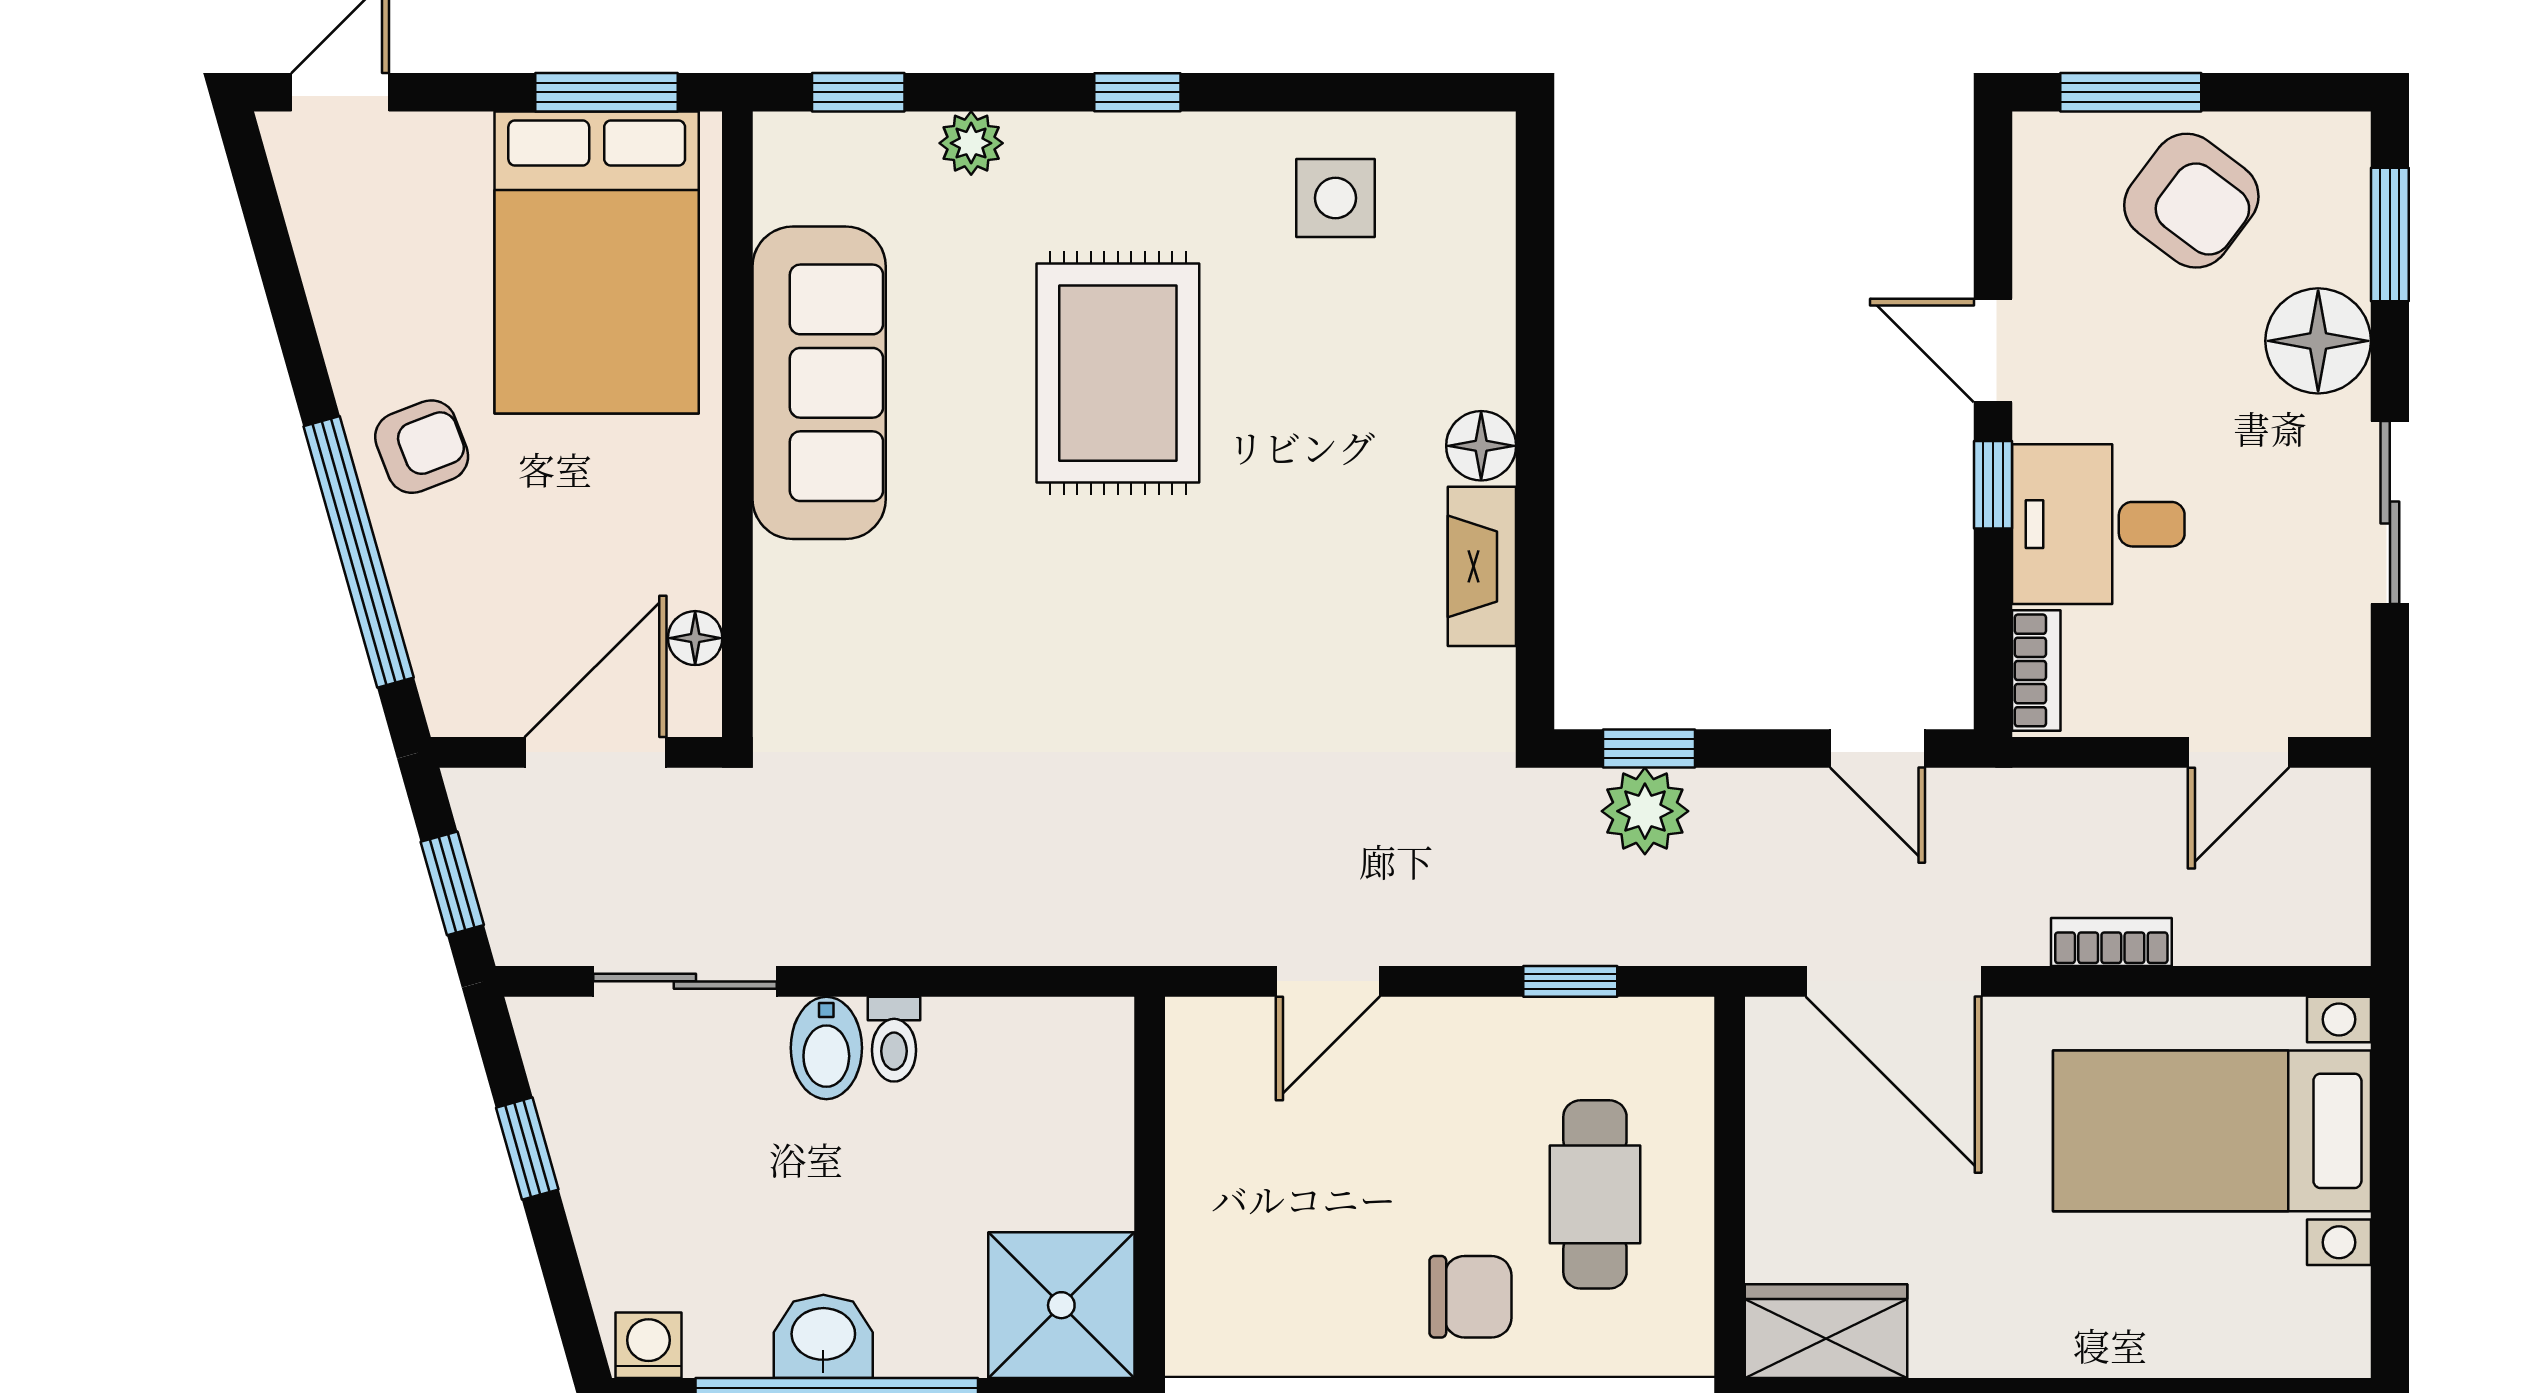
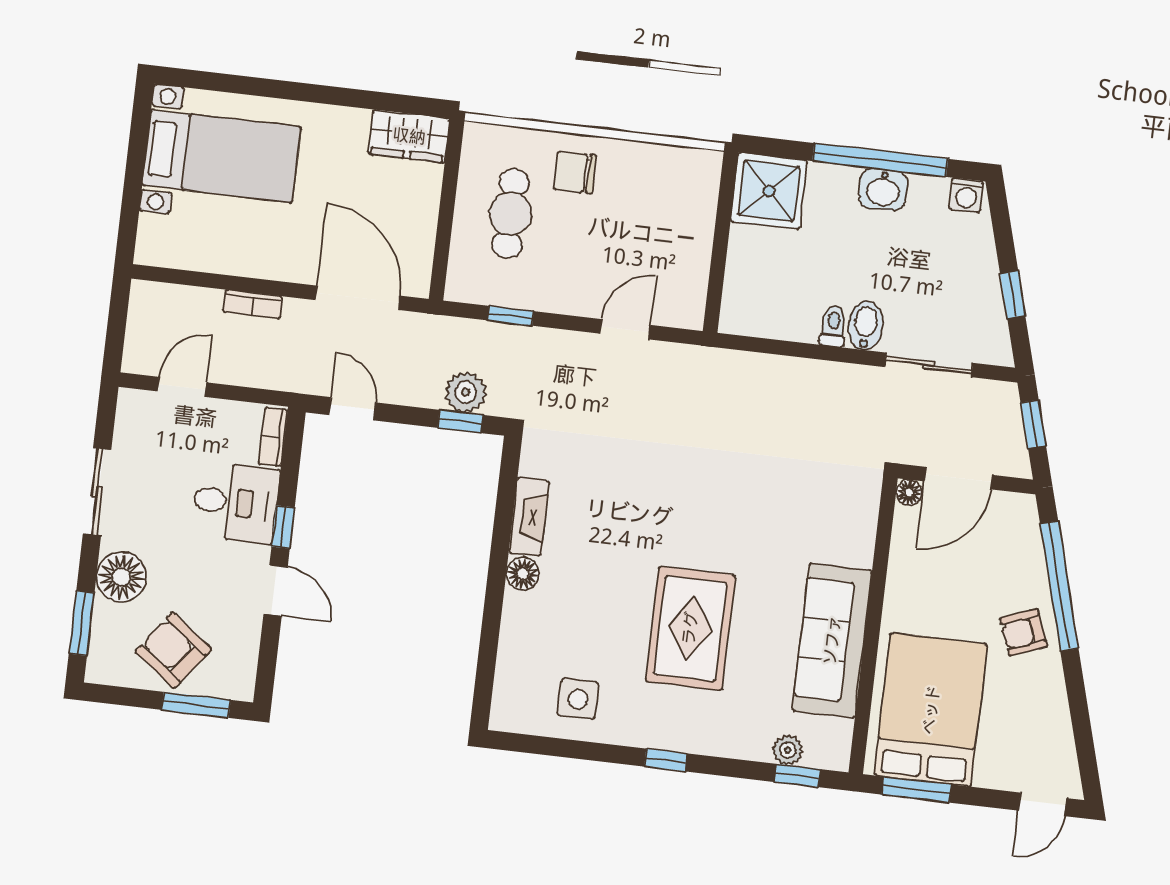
plant: (971, 143) -> (788, 750), moved
floor lamp: (695, 638) -> (909, 493), moved
bed with nightstands: (2212, 1131) -> (222, 156), moved

